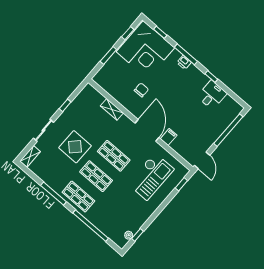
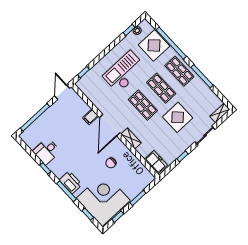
printer: (184, 62) -> (71, 182), width x1.87, depth x1.48
freezer: (93, 96) -> (156, 162), added
shelving: (112, 109) -> (131, 138), moved
checkout: (151, 176) -> (124, 72), moved
display table: (109, 221) -> (154, 45), added

